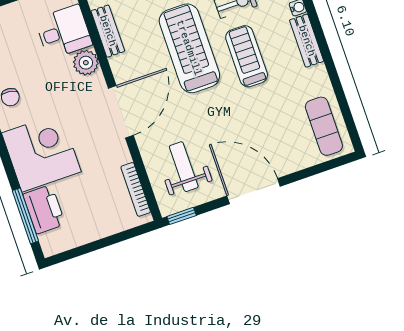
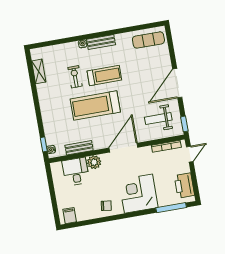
treadmill: (247, 56) -> (104, 76), turned 180
door: (121, 112) -> (123, 148), hinge flipped
printer: (44, 209) -> (184, 185), moved, turned -90
door: (128, 234) -> (190, 154), added

